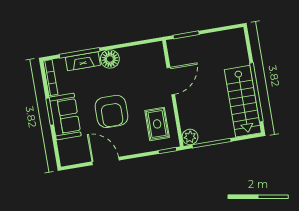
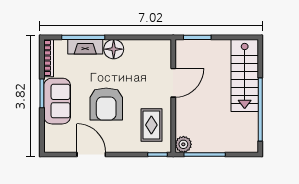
stairs: (243, 101) -> (245, 75), moved

